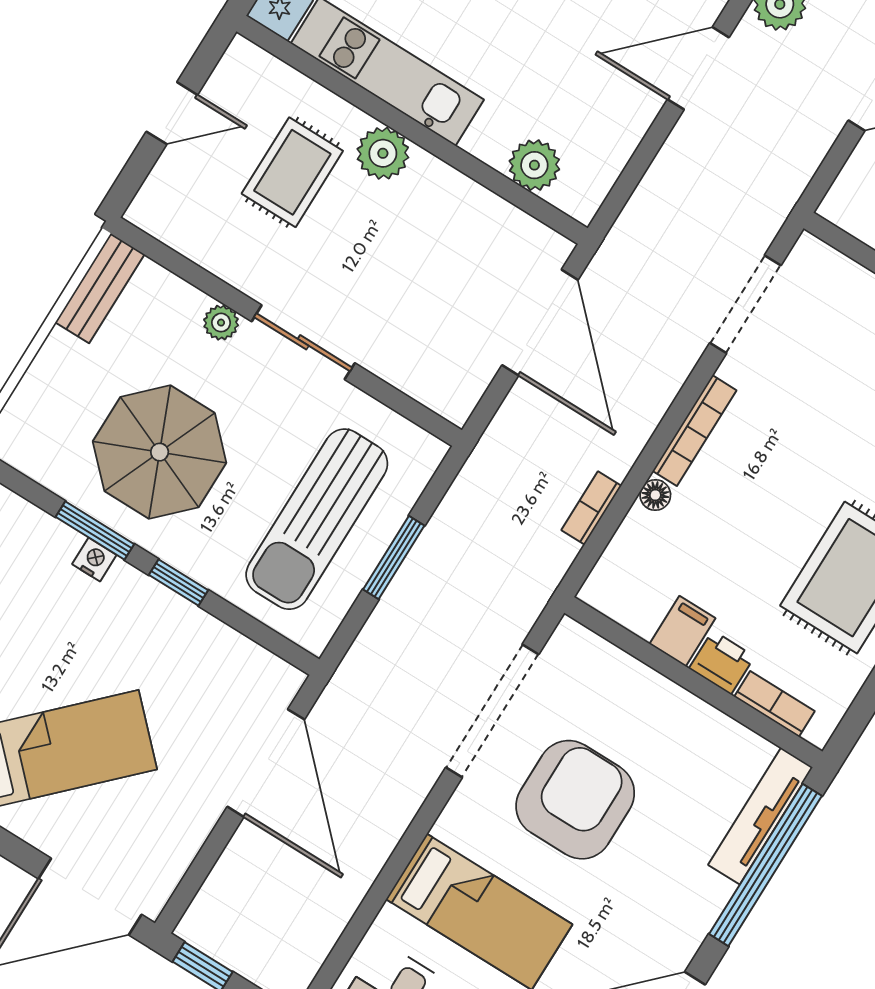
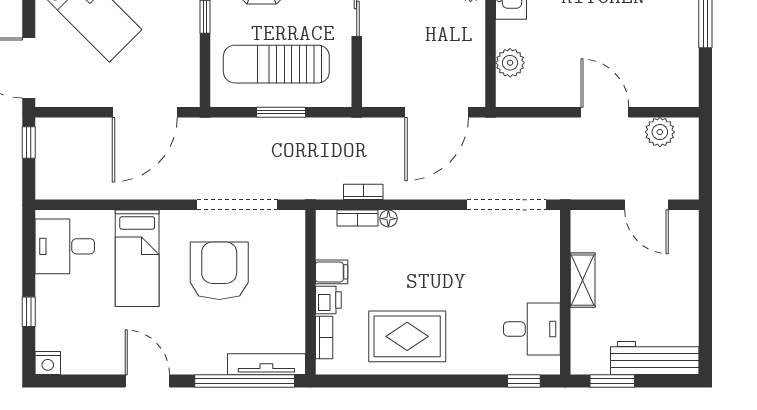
doorway: (745, 304) -> (506, 205), width x1.36
bookcase: (695, 431) -> (358, 218), moved, width x0.64
armchair: (575, 800) -> (219, 271), turned -90

